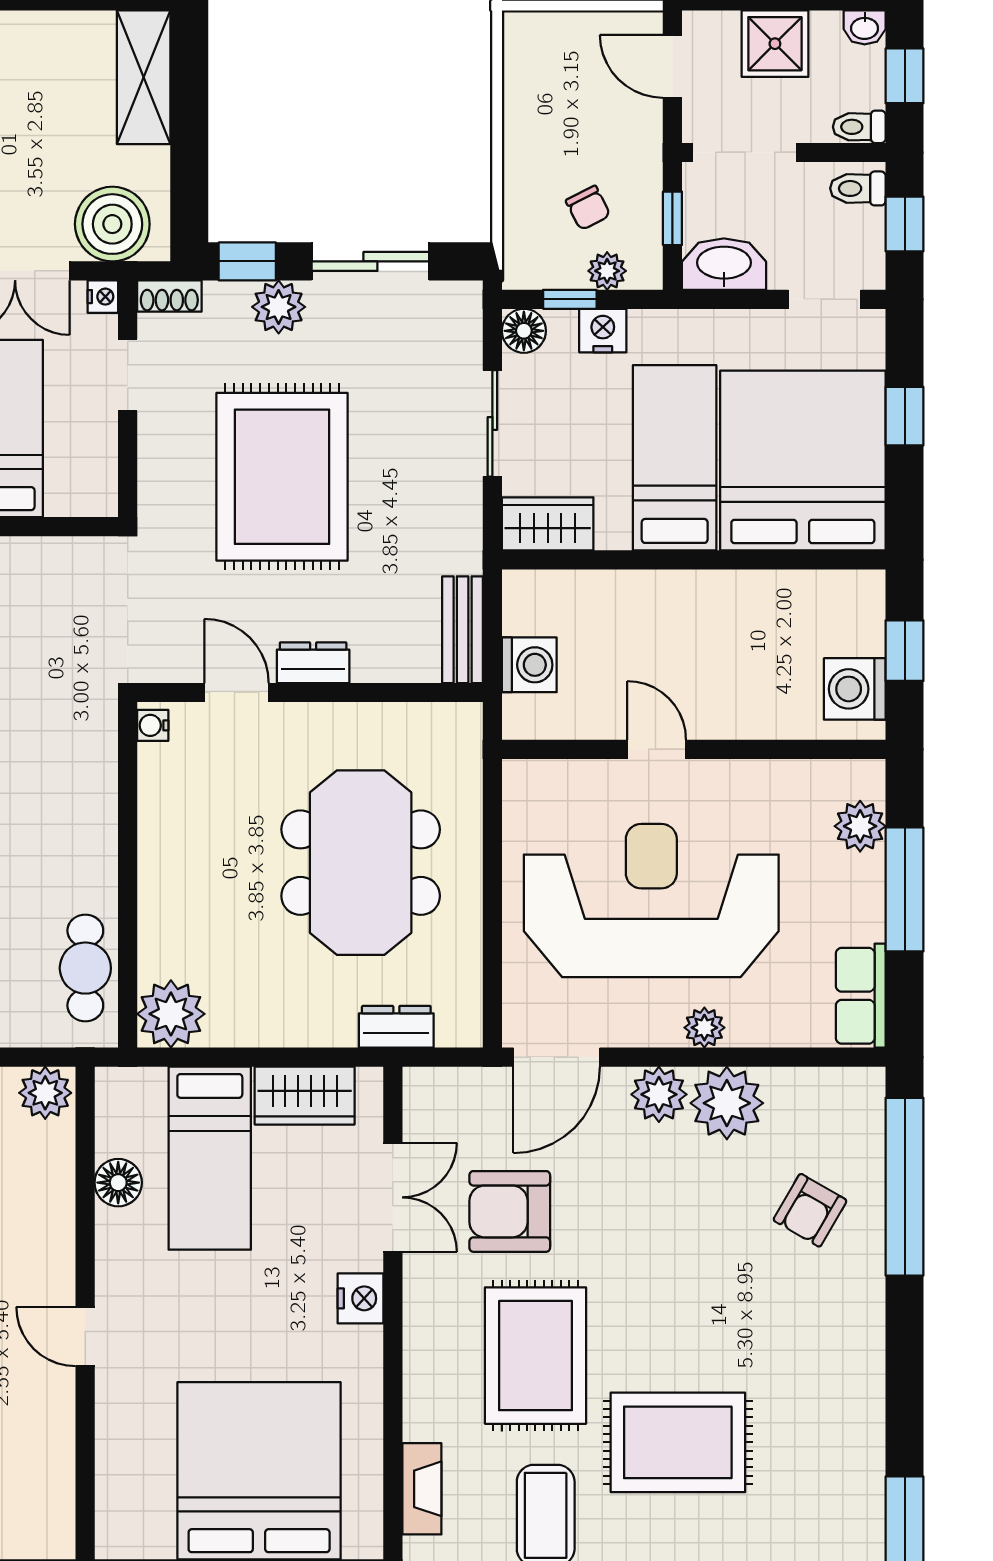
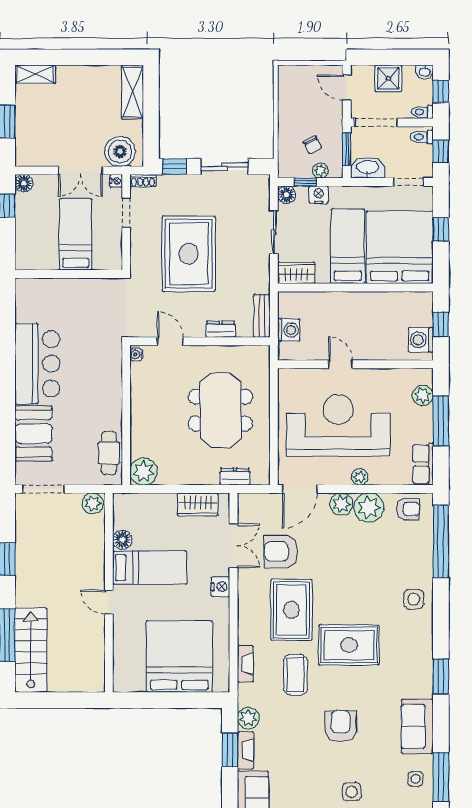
window: (672, 218) -> (347, 149), width x1.50
plant: (279, 307) -> (187, 185), removed
dresser: (313, 663) -> (221, 329), moved
bed: (210, 1158) -> (150, 568), moved, turned -90
armchair: (810, 1210) -> (408, 509), moved, turned -120
side table: (838, 1329) -> (414, 599), added

